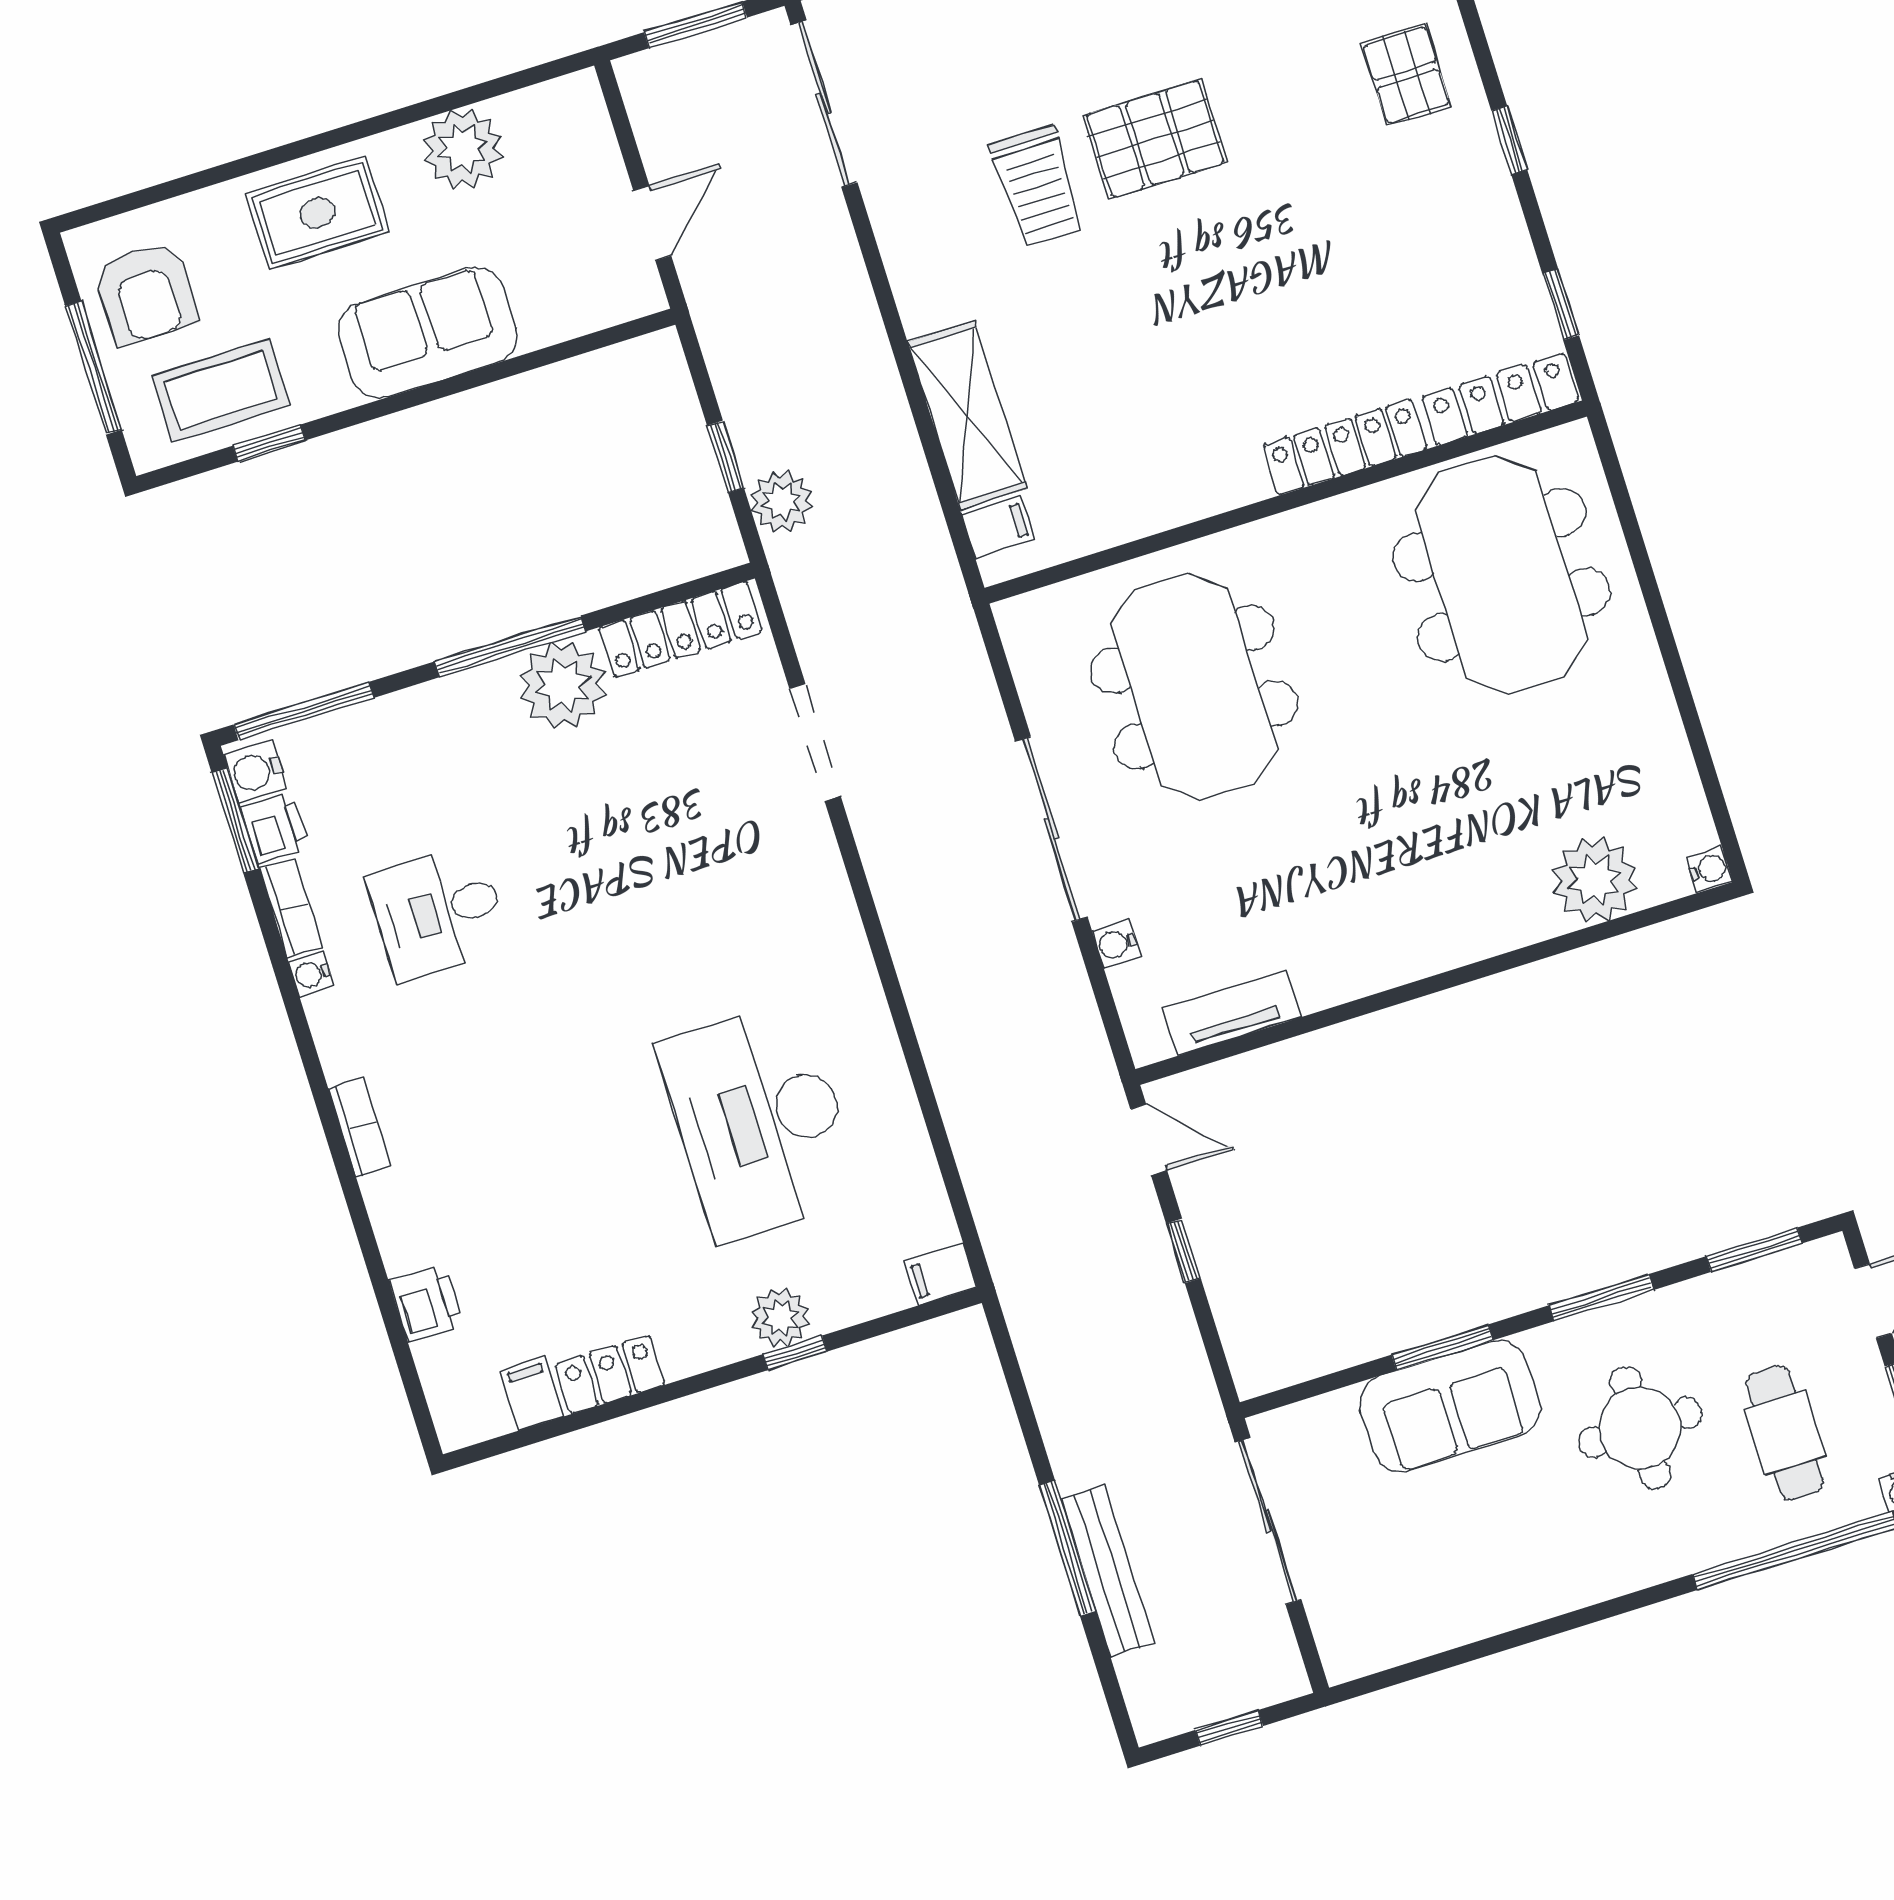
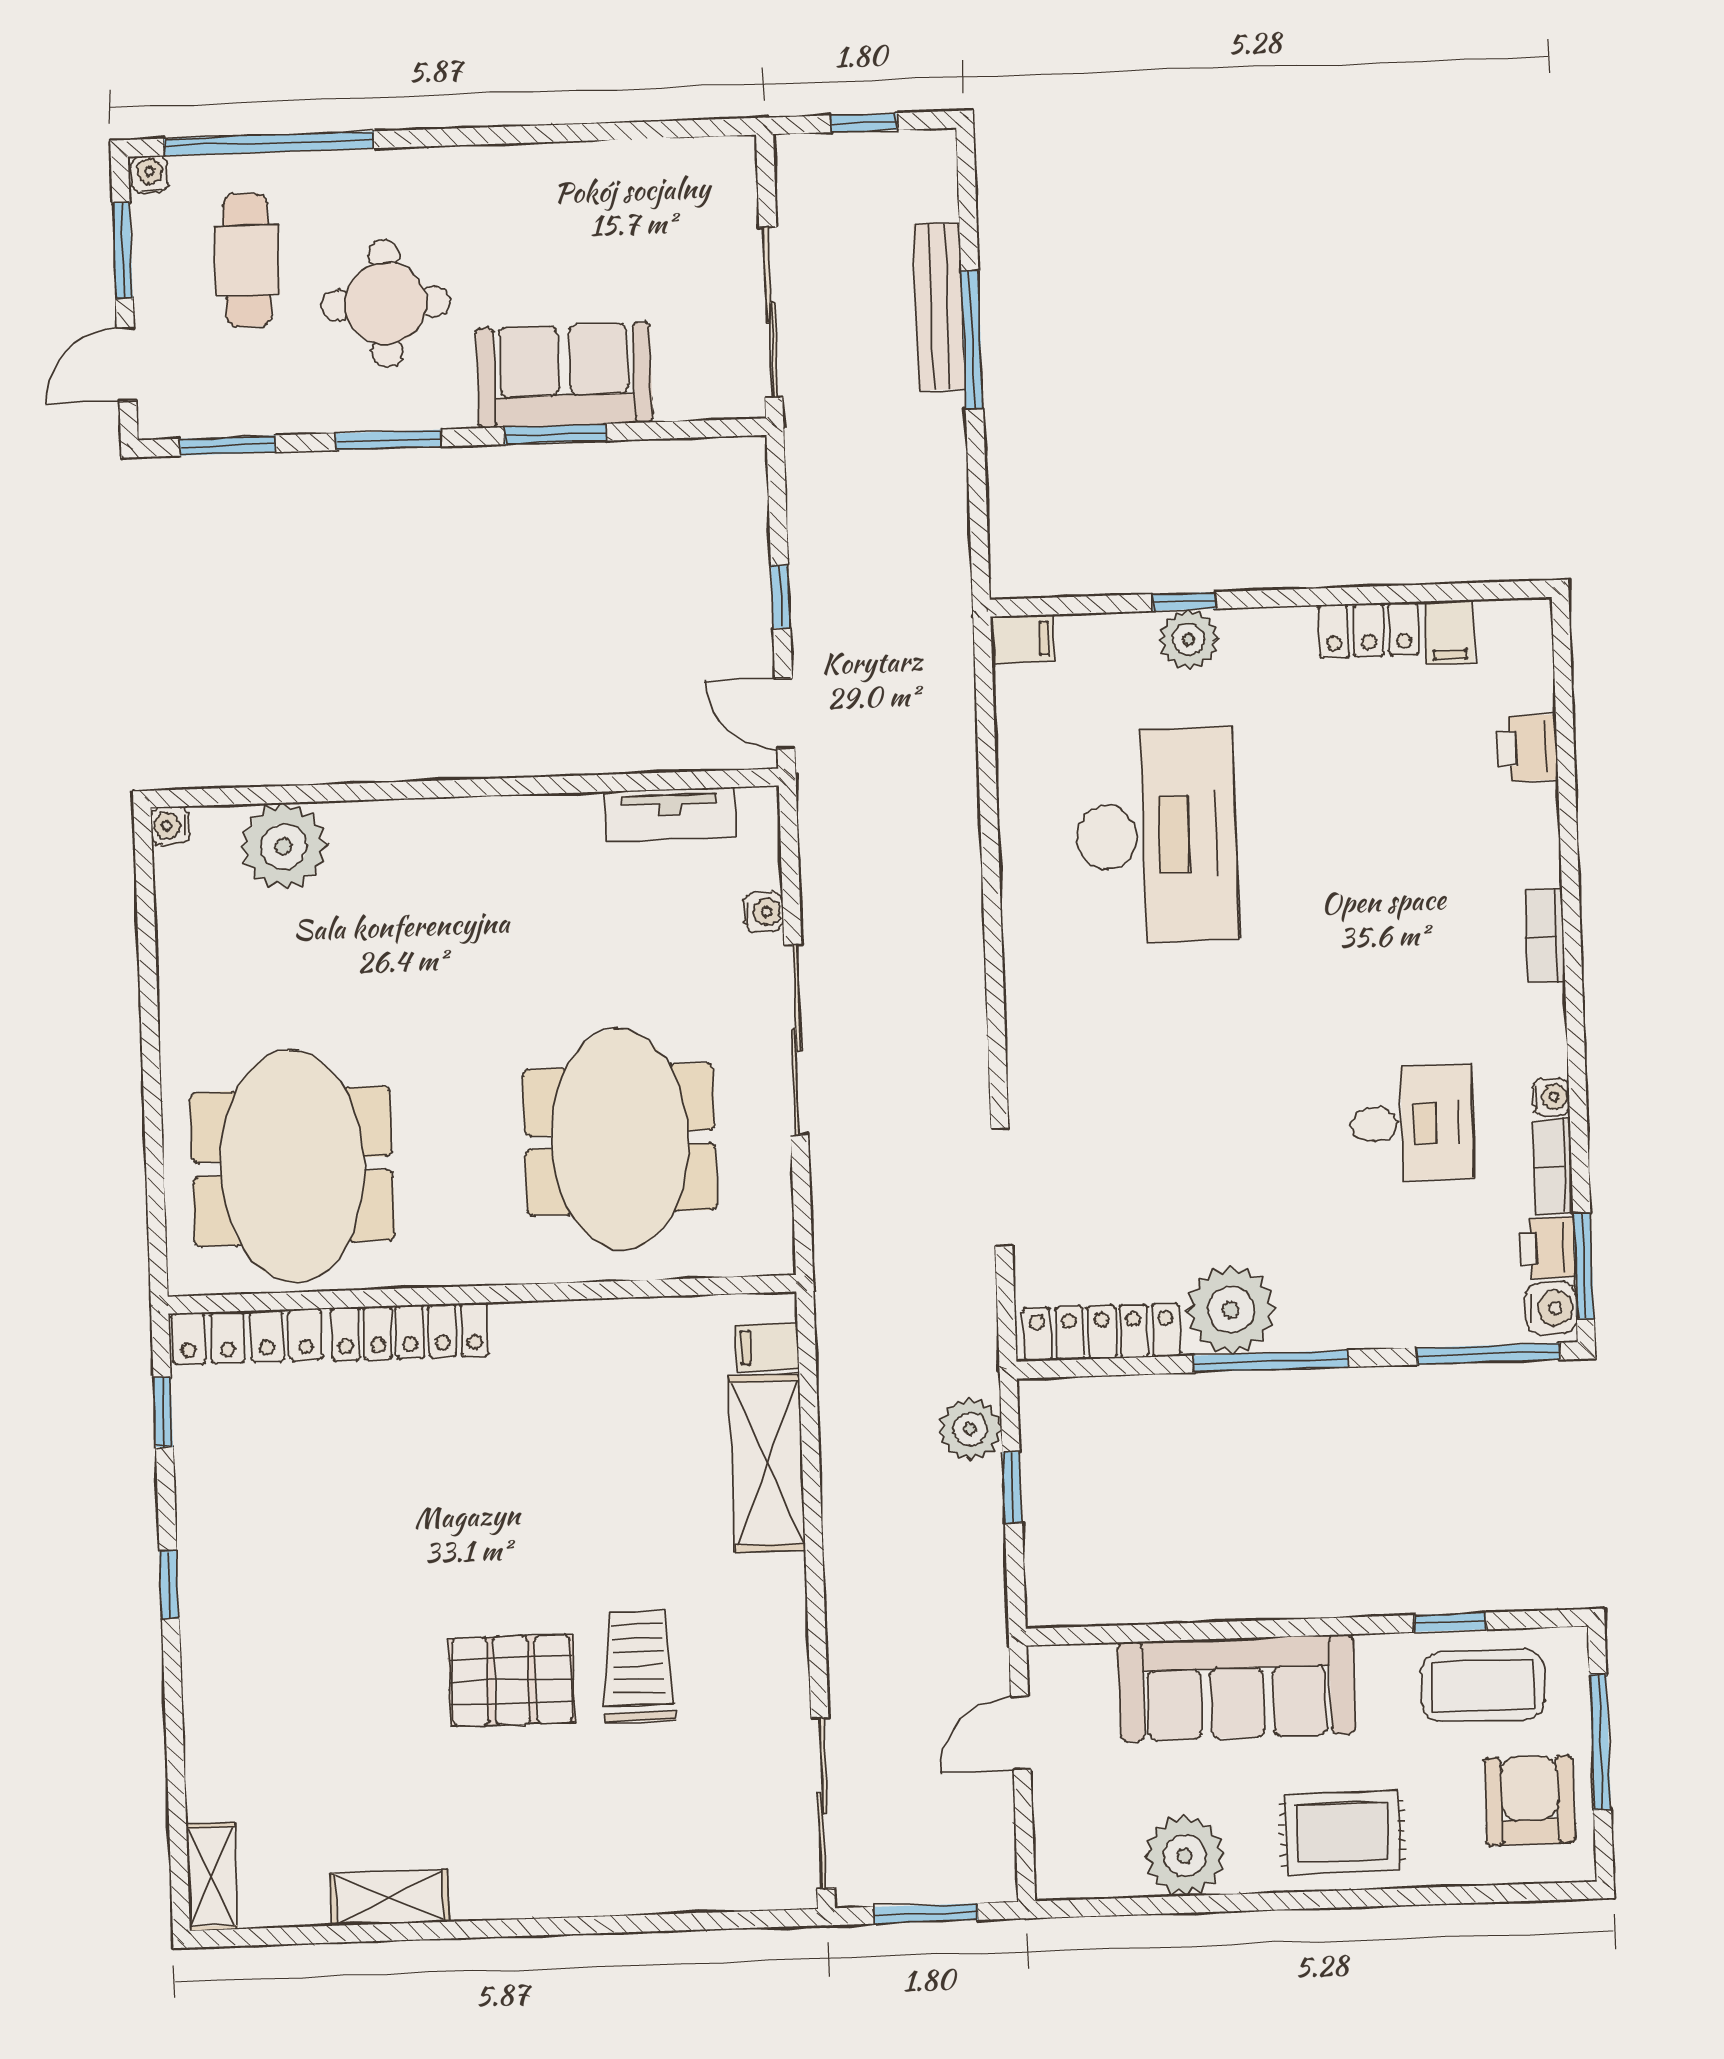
pallet: (1406, 75) -> (251, 1676), removed
sofa: (427, 333) -> (1237, 1688), width x1.36

